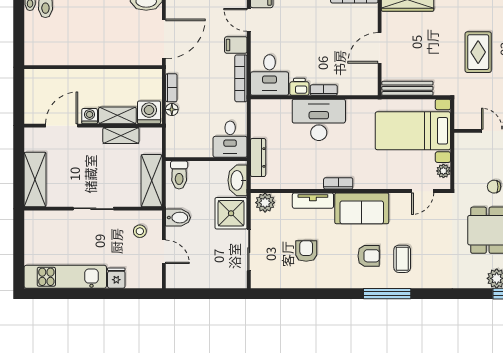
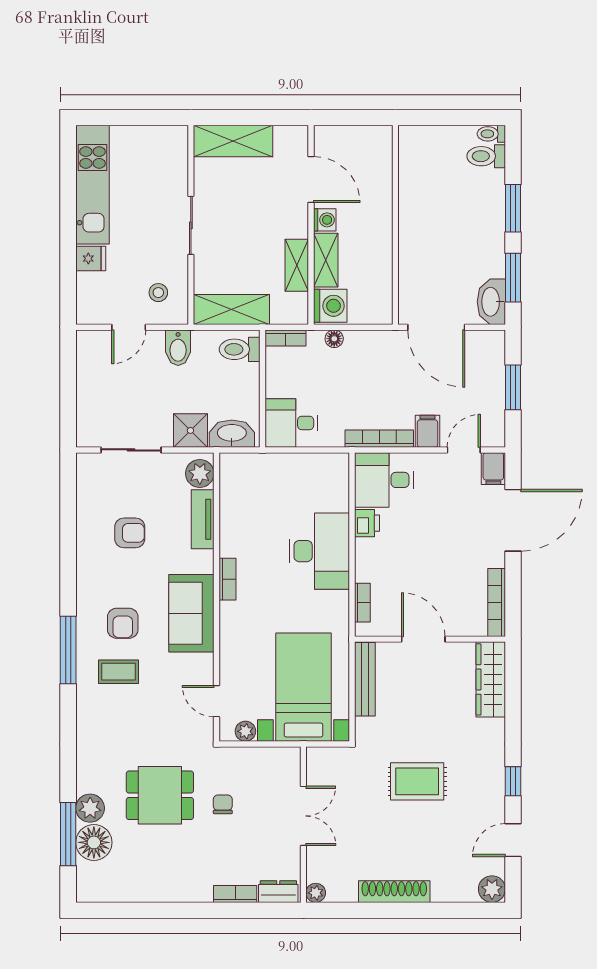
bookcase: (171, 88) -> (286, 338), moved
bookcase: (324, 90) -> (362, 603), moved
dresser: (258, 158) -> (265, 463), removed
tv unit: (313, 201) -> (203, 519), moved
shower: (231, 213) -> (190, 430), width x0.73, depth x0.73

